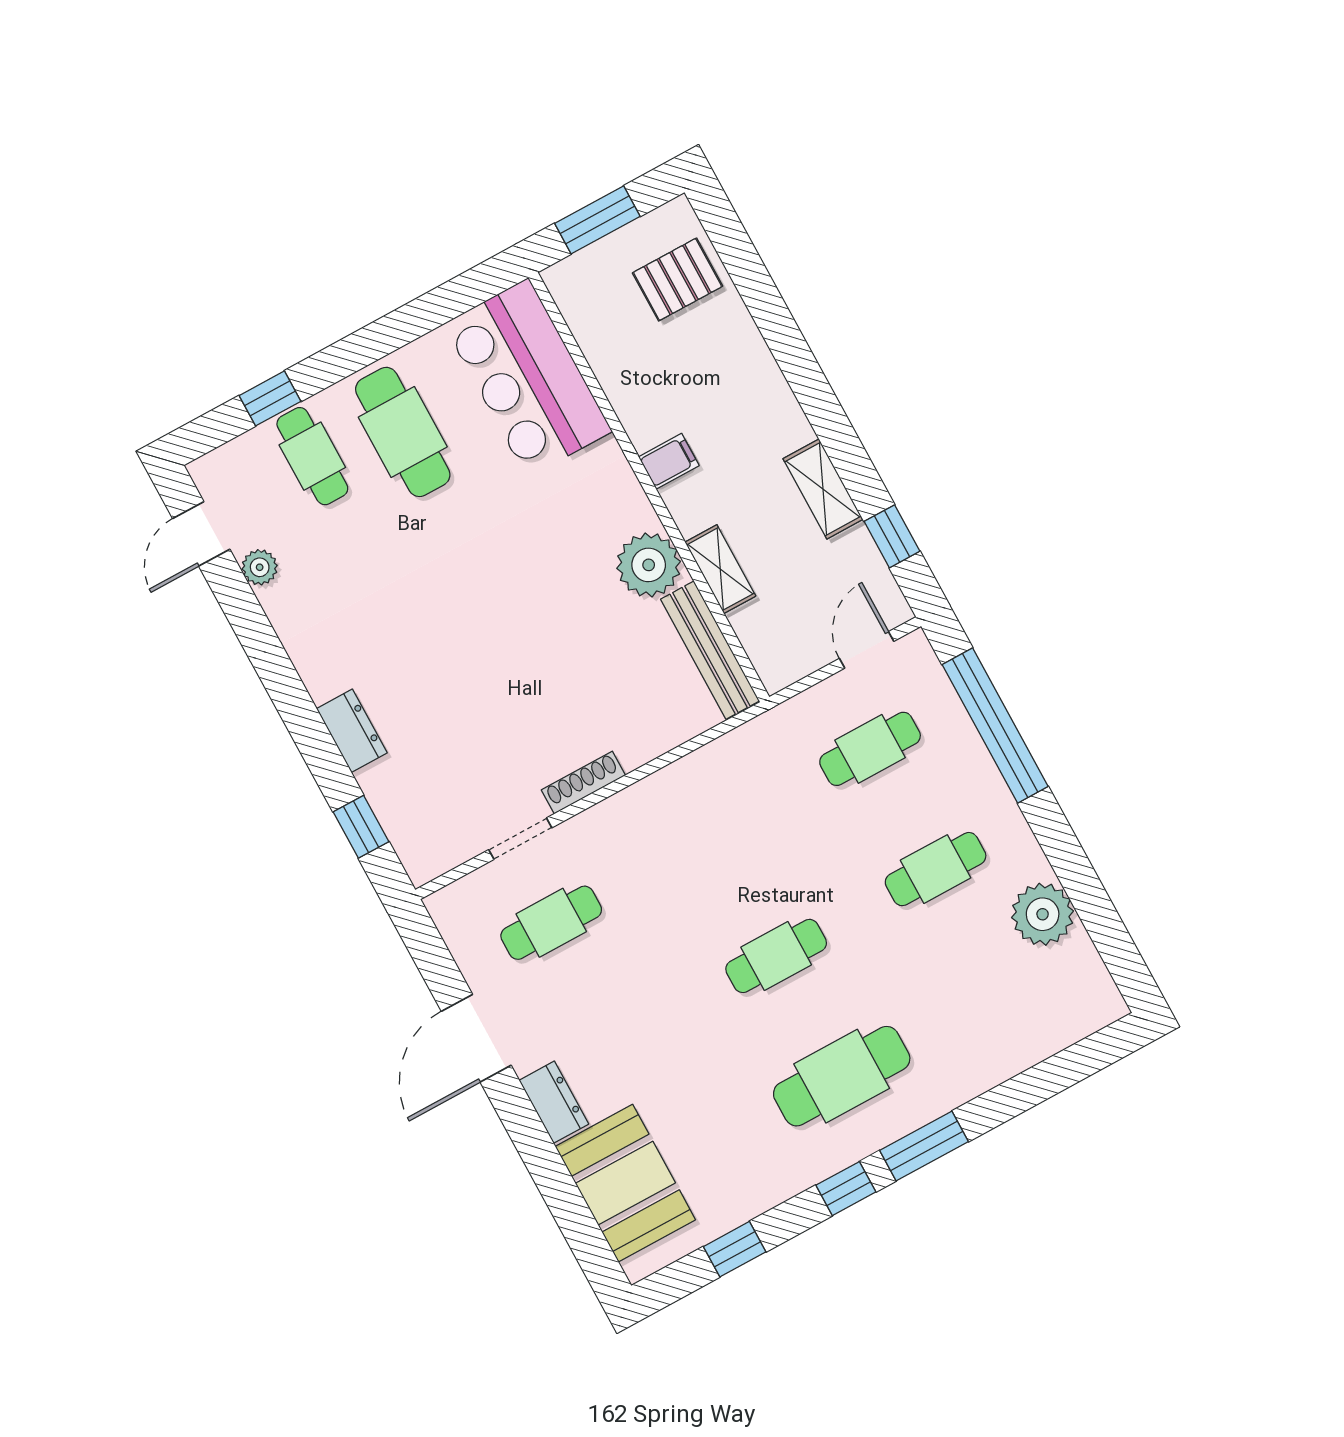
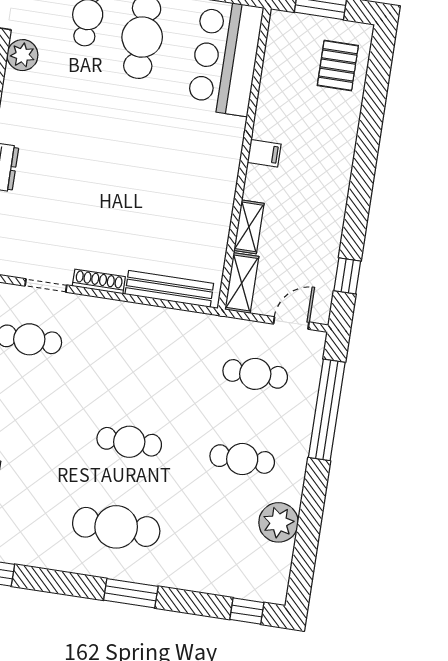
pallet: (678, 279) -> (338, 66), turned 90
shelving: (823, 489) -> (242, 283), moved
plant: (649, 565) -> (215, 197), removed
plant: (260, 567) -> (22, 55), width x1.38, depth x1.38
bench: (710, 650) -> (169, 289), moved, turned 90
window: (846, 1189) -> (247, 611), moved

